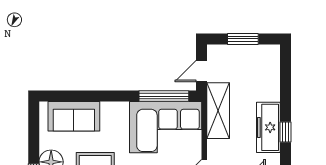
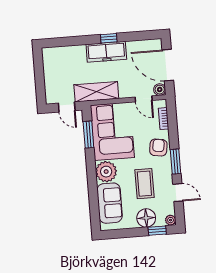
window: (243, 39) -> (39, 77), removed
window: (164, 96) -> (88, 135), width x0.69
plant: (115, 115) -> (106, 172), added

